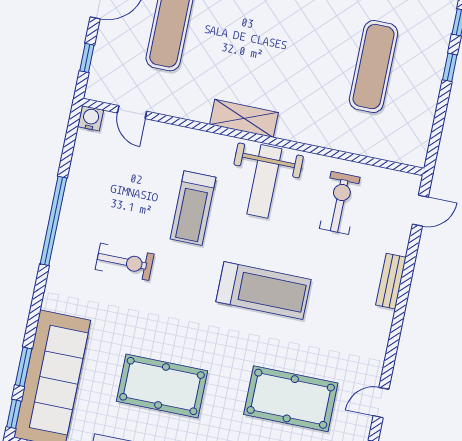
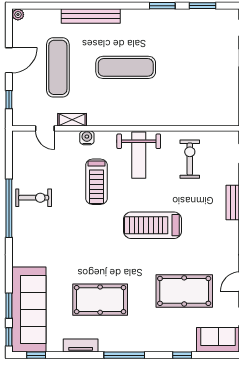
exercise mat: (374, 67) -> (126, 67), moved, turned 90
water cooler: (91, 118) -> (87, 138), moved
shelving: (244, 118) -> (72, 120), moved, width x0.67, depth x0.75
exercise bike: (125, 262) -> (34, 198), moved
treadmill: (263, 291) -> (152, 225), turned 180

